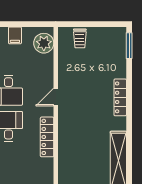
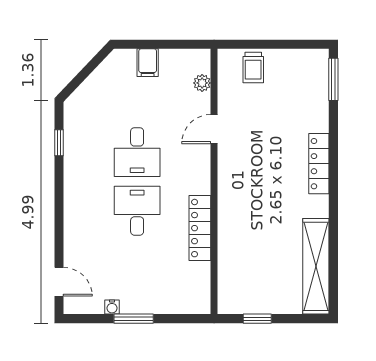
plant: (44, 43) -> (202, 83), width x0.53, depth x0.53
door: (56, 97) -> (214, 129), moved

